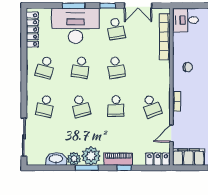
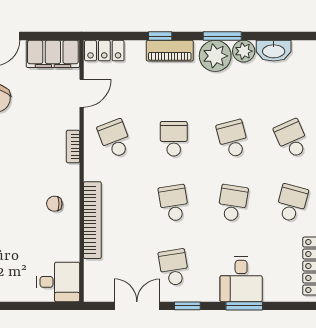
desk: (75, 26) -> (241, 279), width x0.53, depth x0.77
bookcase: (165, 37) -> (92, 220), moved
school desk: (45, 106) -> (292, 139), turned -36

